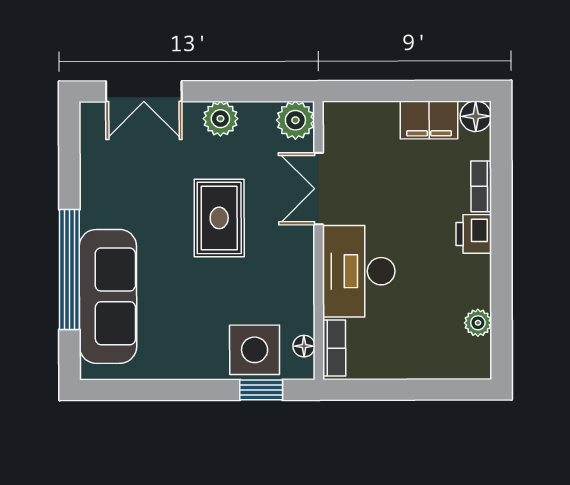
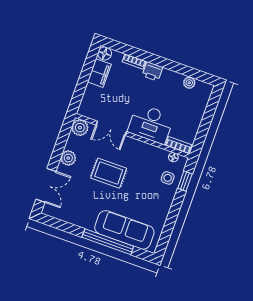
side table: (255, 350) -> (168, 178), width x0.54, depth x0.54

